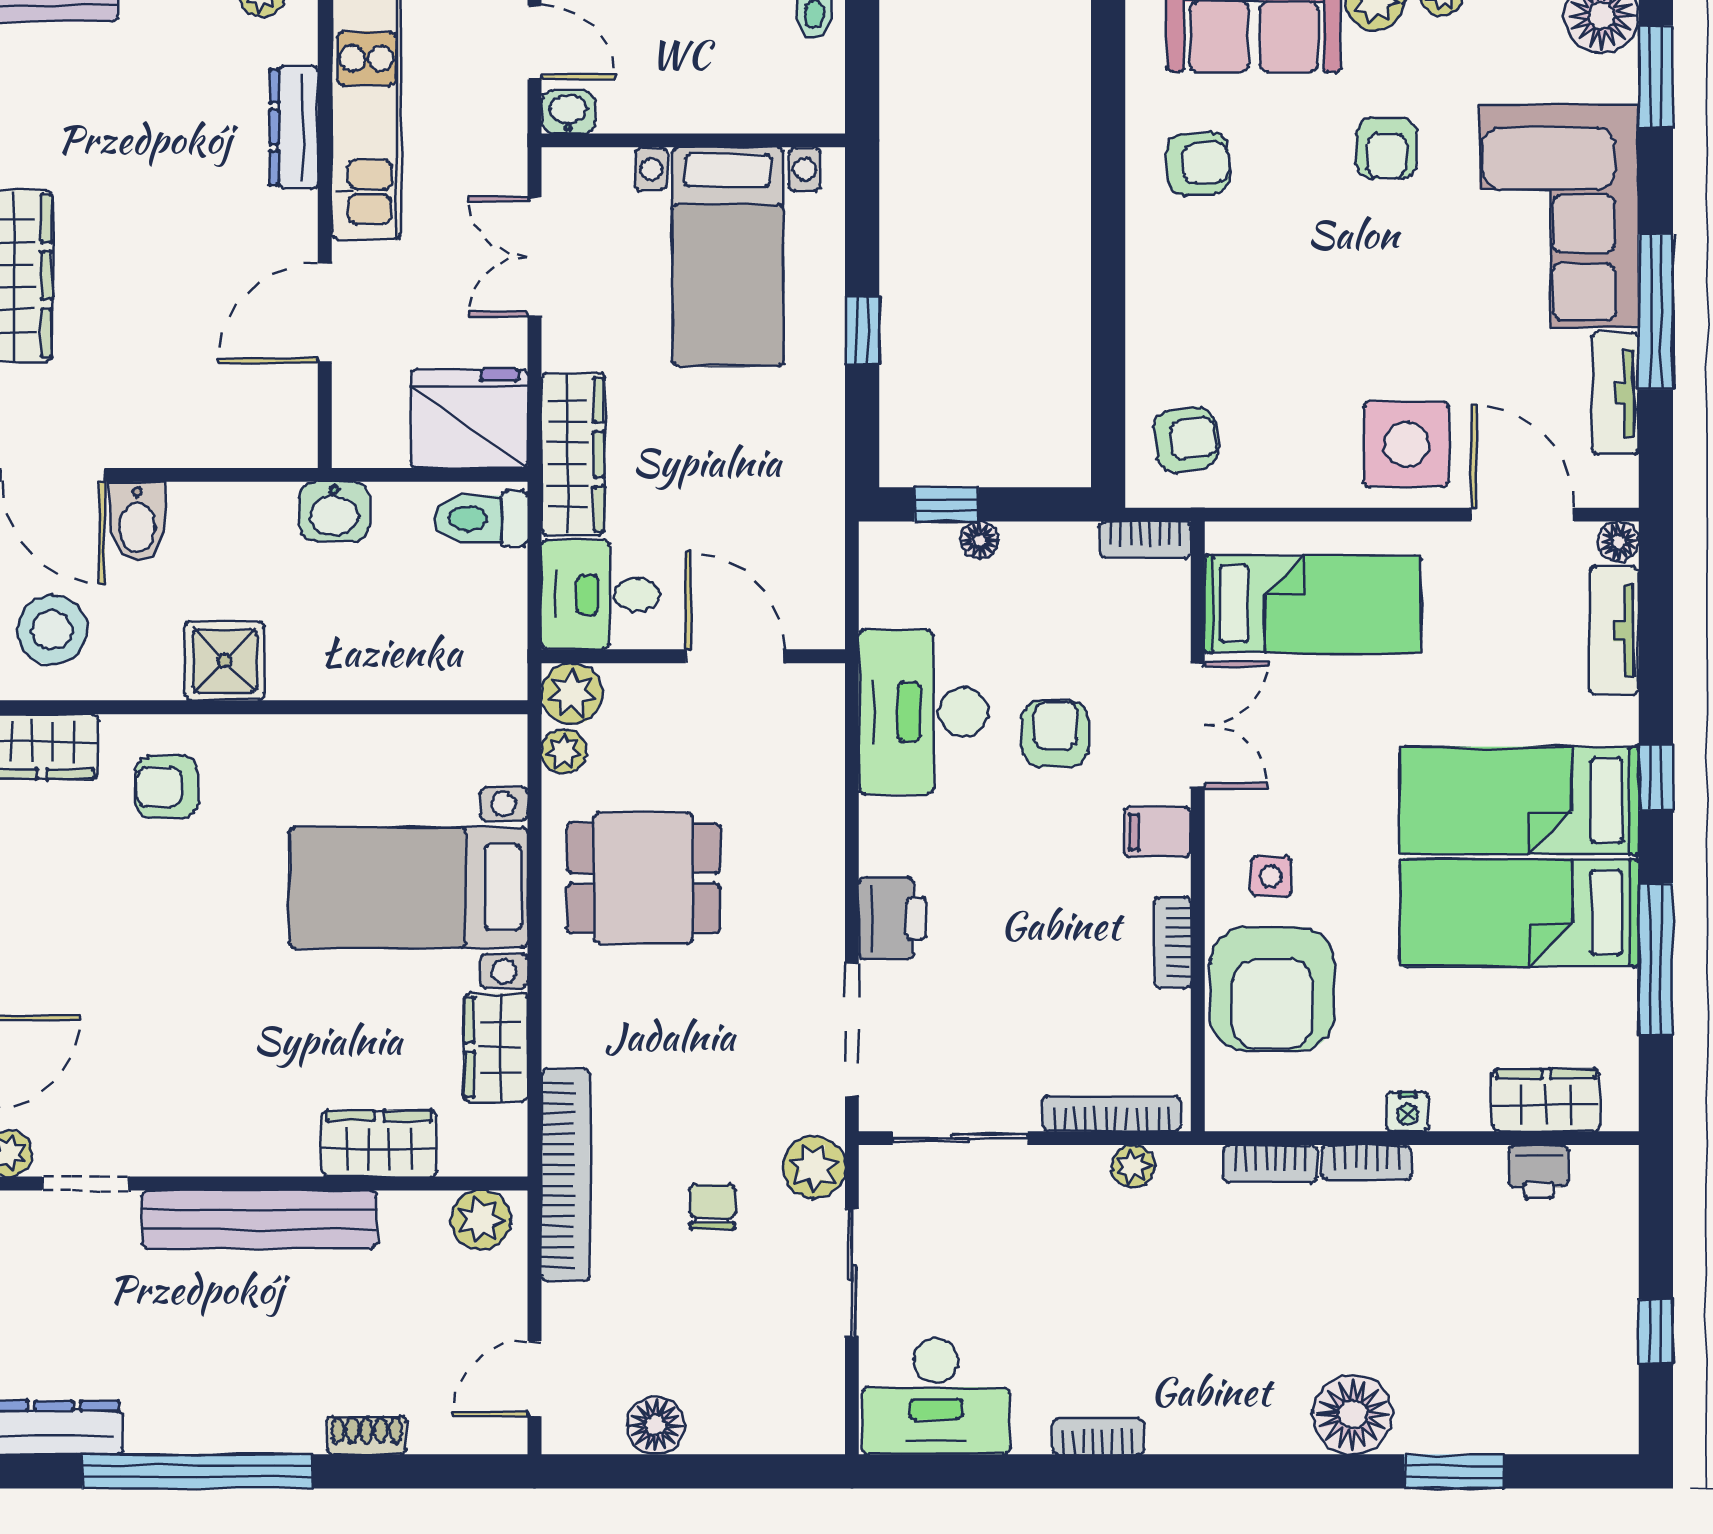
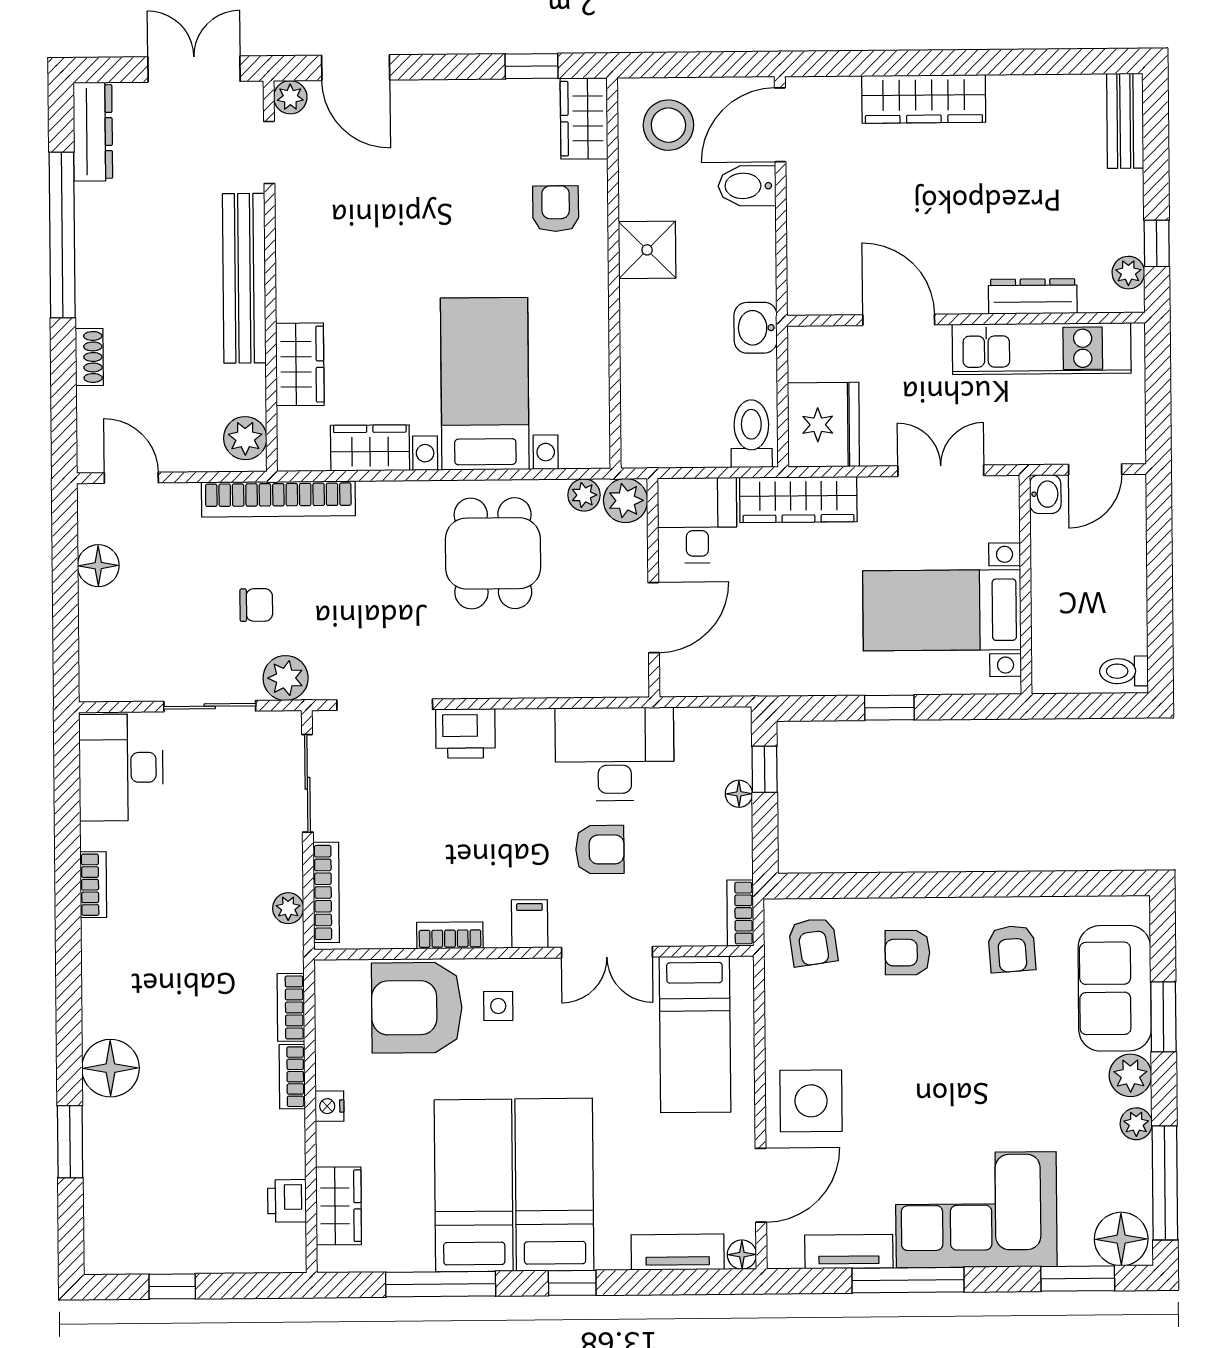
armchair: (1387, 148) -> (907, 953), moved

